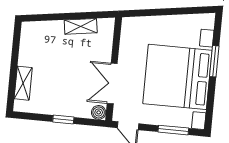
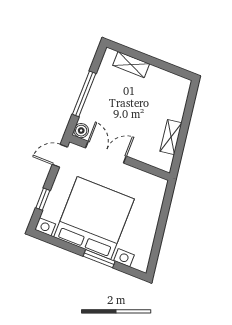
window: (63, 119) -> (84, 94), width x2.17
window: (173, 130) -> (43, 199), width x0.67

